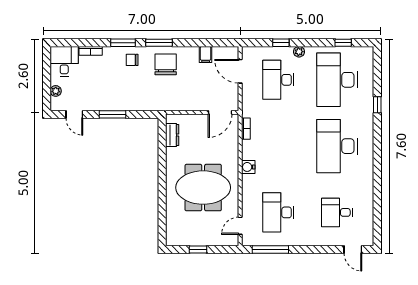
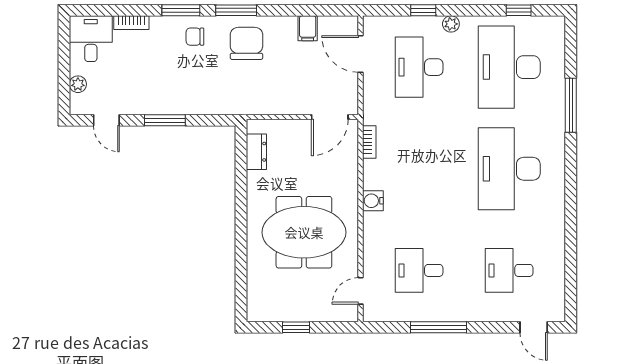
window: (377, 105) -> (571, 105), width x2.17
desk: (278, 212) -> (419, 270), width x0.73
window: (270, 249) -> (438, 327), moved

